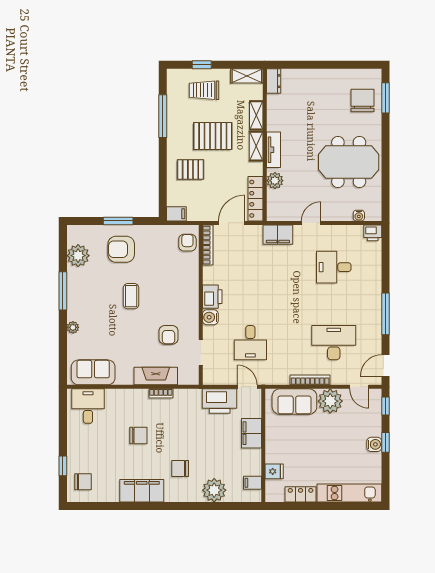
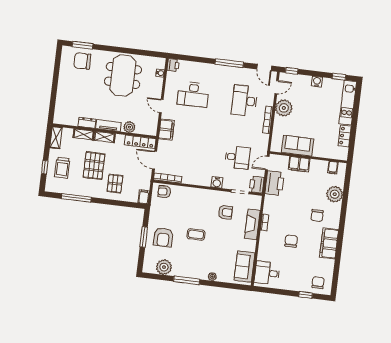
dresser: (274, 81) -> (87, 123), moved
desk: (334, 267) -> (193, 94), width x1.37
printer: (212, 297) -> (257, 185), moved, turned -90
sofa: (294, 402) -> (298, 146), moved, turned -90
window: (385, 442) -> (339, 77), moved
fridge: (274, 471) -> (327, 152), removed

